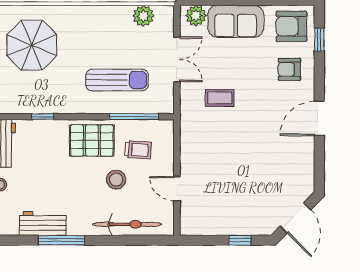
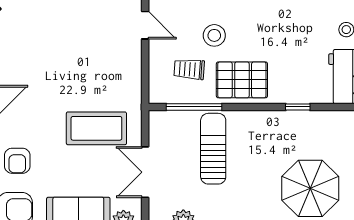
armchair: (289, 69) -> (17, 161), turned 90
sun lounger: (117, 80) -> (213, 149), turned 90
coffee table: (220, 98) -> (96, 128), width x1.86, depth x1.72

